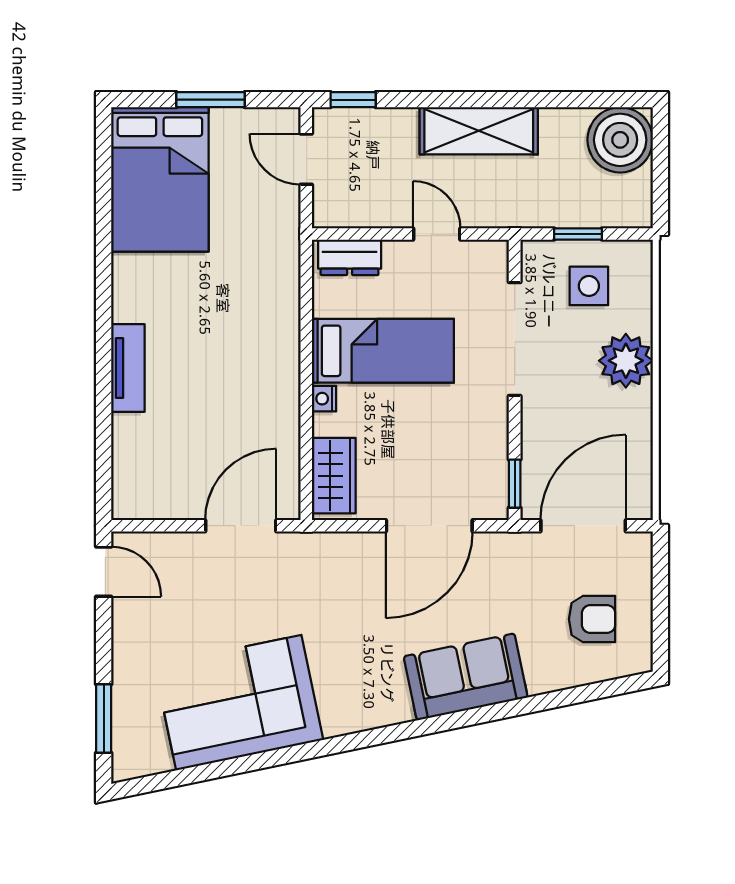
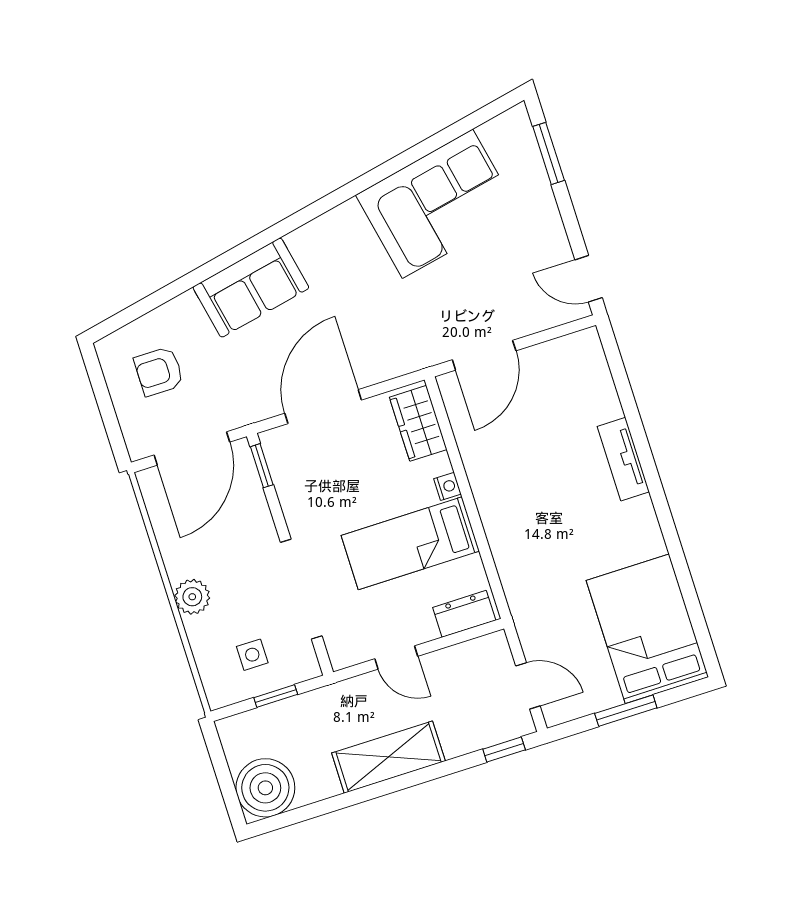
side table: (589, 286) -> (252, 655), width x0.73, depth x0.73
plant: (626, 361) -> (192, 597), width x0.73, depth x0.73

